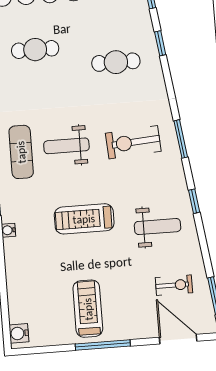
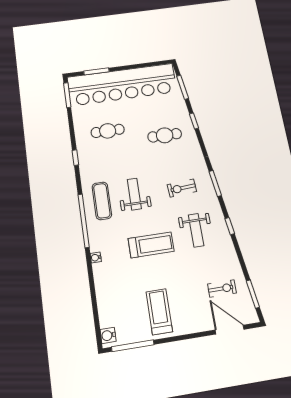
exercise bike: (133, 142) -> (182, 188), width x0.73, depth x0.72
weight bench: (66, 146) -> (134, 194), turned 90
treadmill: (84, 219) -> (151, 245), turned 180
weight bench: (158, 227) -> (196, 230), moved, turned 90
window: (103, 345) -> (133, 346), moved

